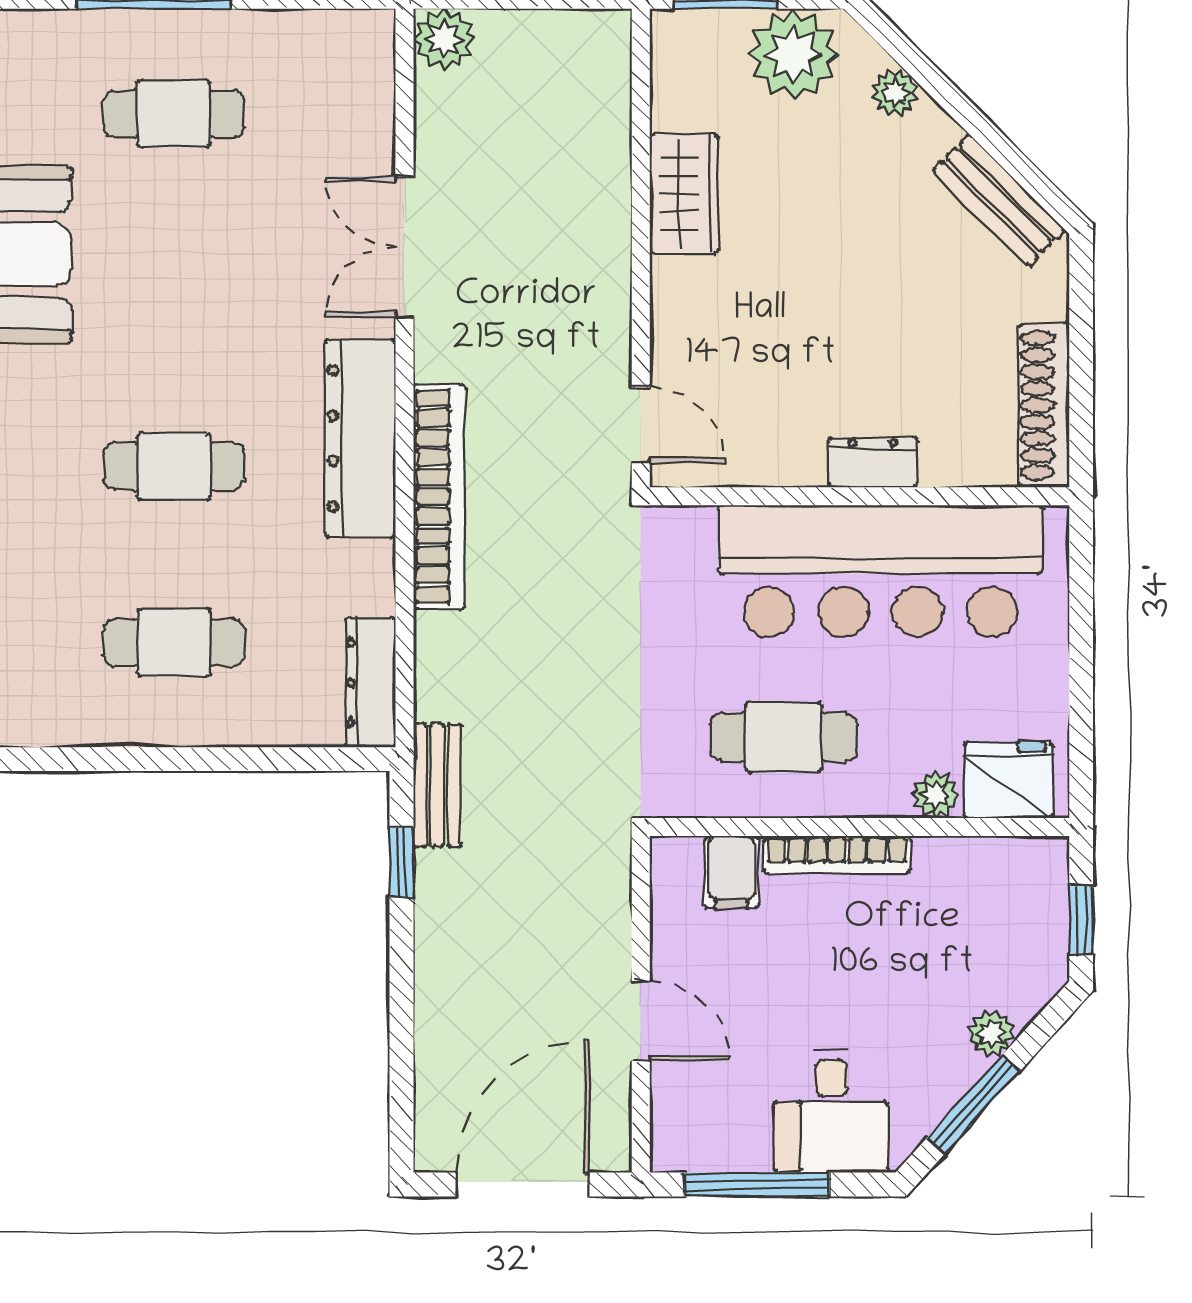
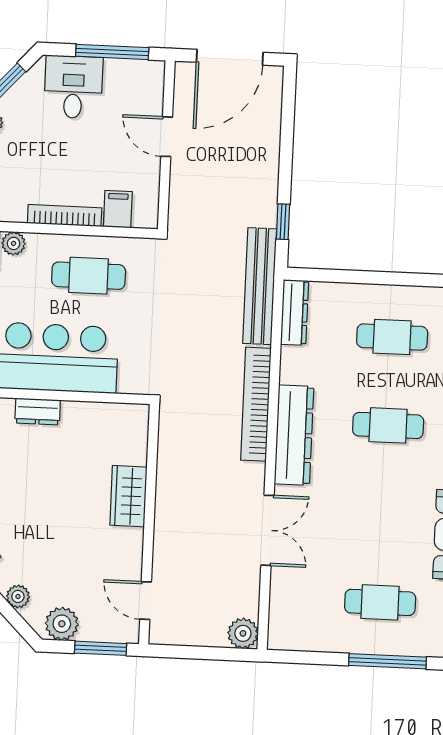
plant: (793, 54) -> (62, 624), width x0.73, depth x0.73
wardrobe: (684, 194) -> (128, 496), moved
door: (641, 425) -> (146, 601), moved
bench: (437, 785) -> (260, 286), width x1.86, depth x1.21

